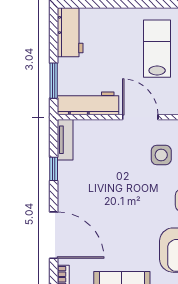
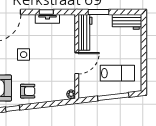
tv unit: (65, 140) -> (47, 19), moved
side table: (161, 155) -> (24, 55), moved

